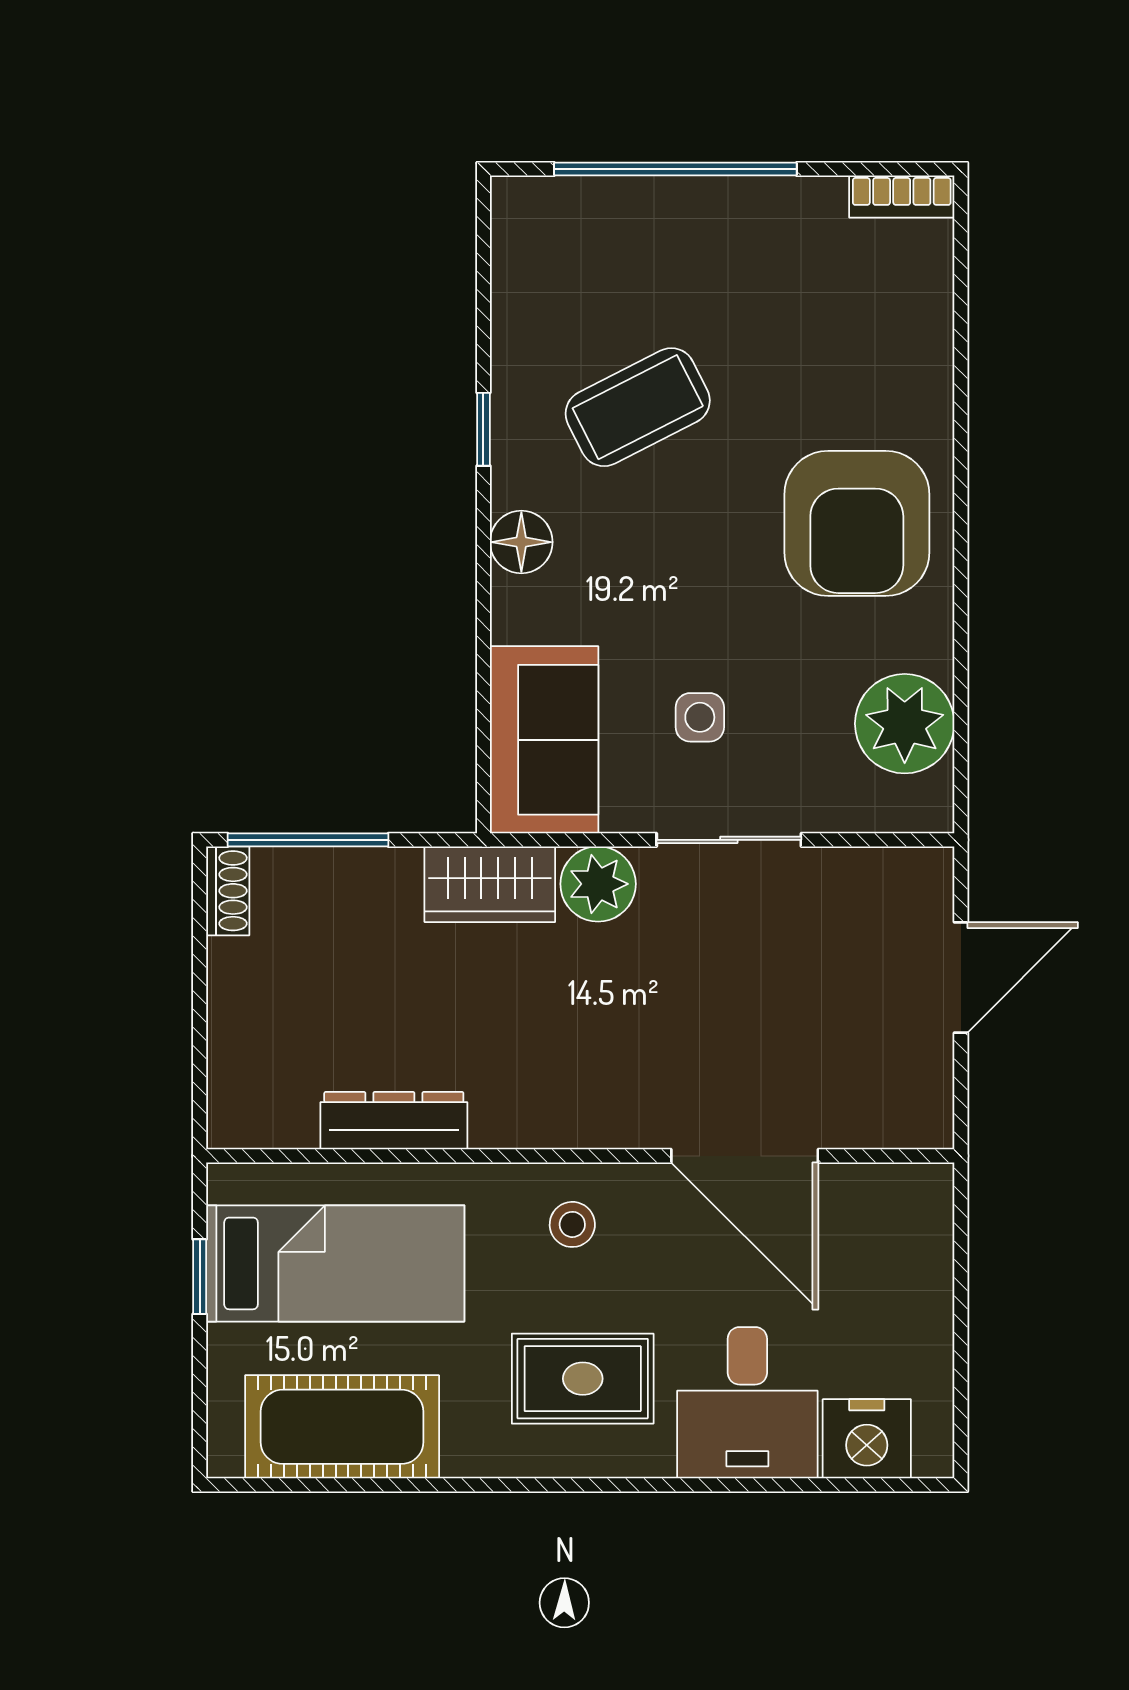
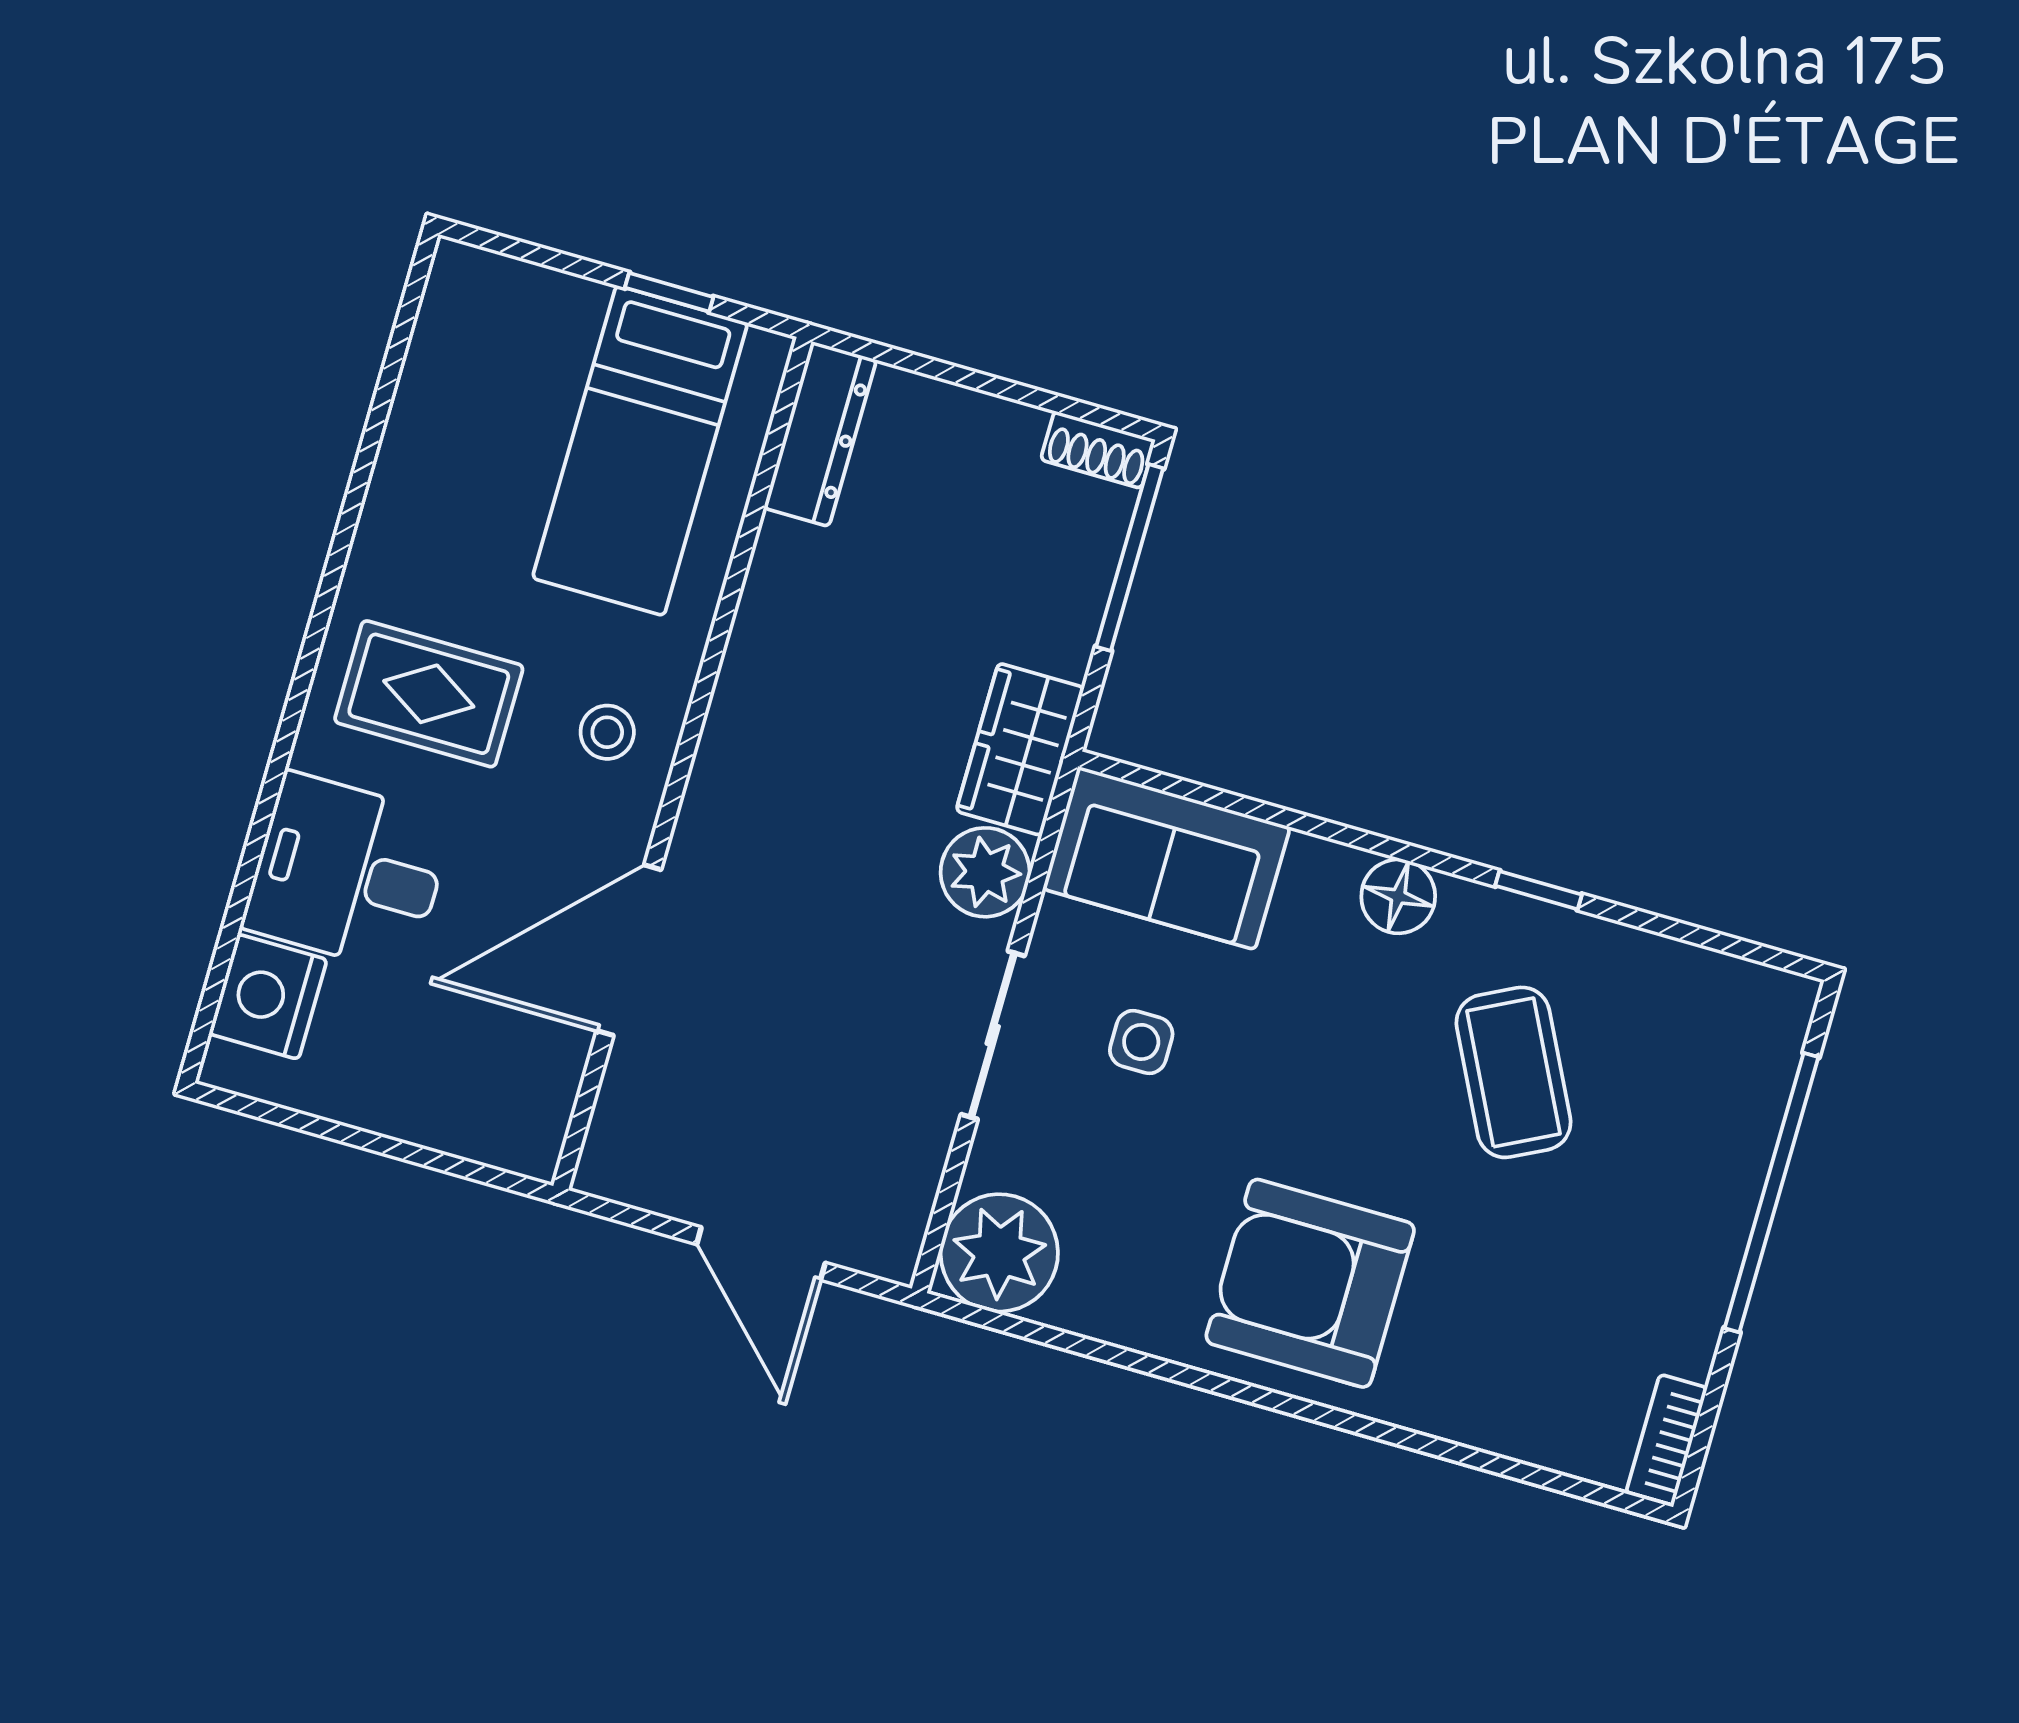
plant: (905, 724) -> (999, 1253), moved
dresser: (394, 1121) -> (820, 434), moved
rug: (583, 1379) -> (429, 694), turned 90
cot: (342, 1427) -> (452, 405), removed

